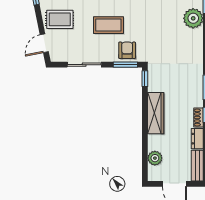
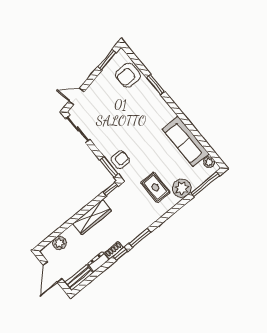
rug: (60, 19) -> (155, 187), moved
coffee table: (108, 25) -> (127, 132), removed
sliding door: (84, 65) -> (78, 129), moved

